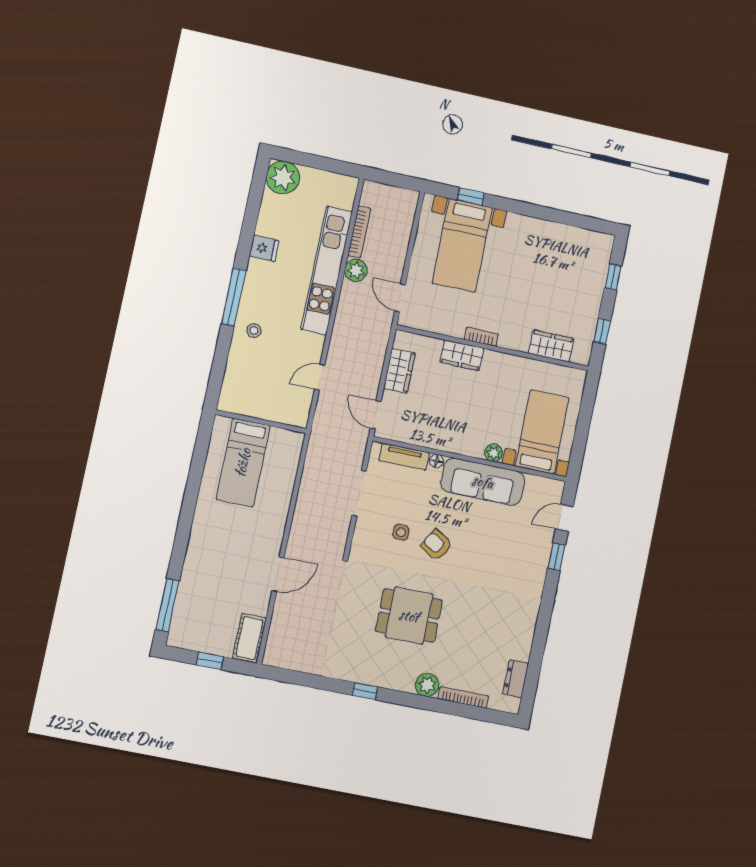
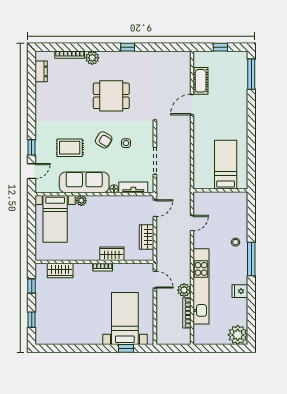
door: (376, 415) -> (155, 208), hinge flipped
rug: (495, 544) -> (70, 148), added
cot: (249, 638) -> (201, 81), moved

